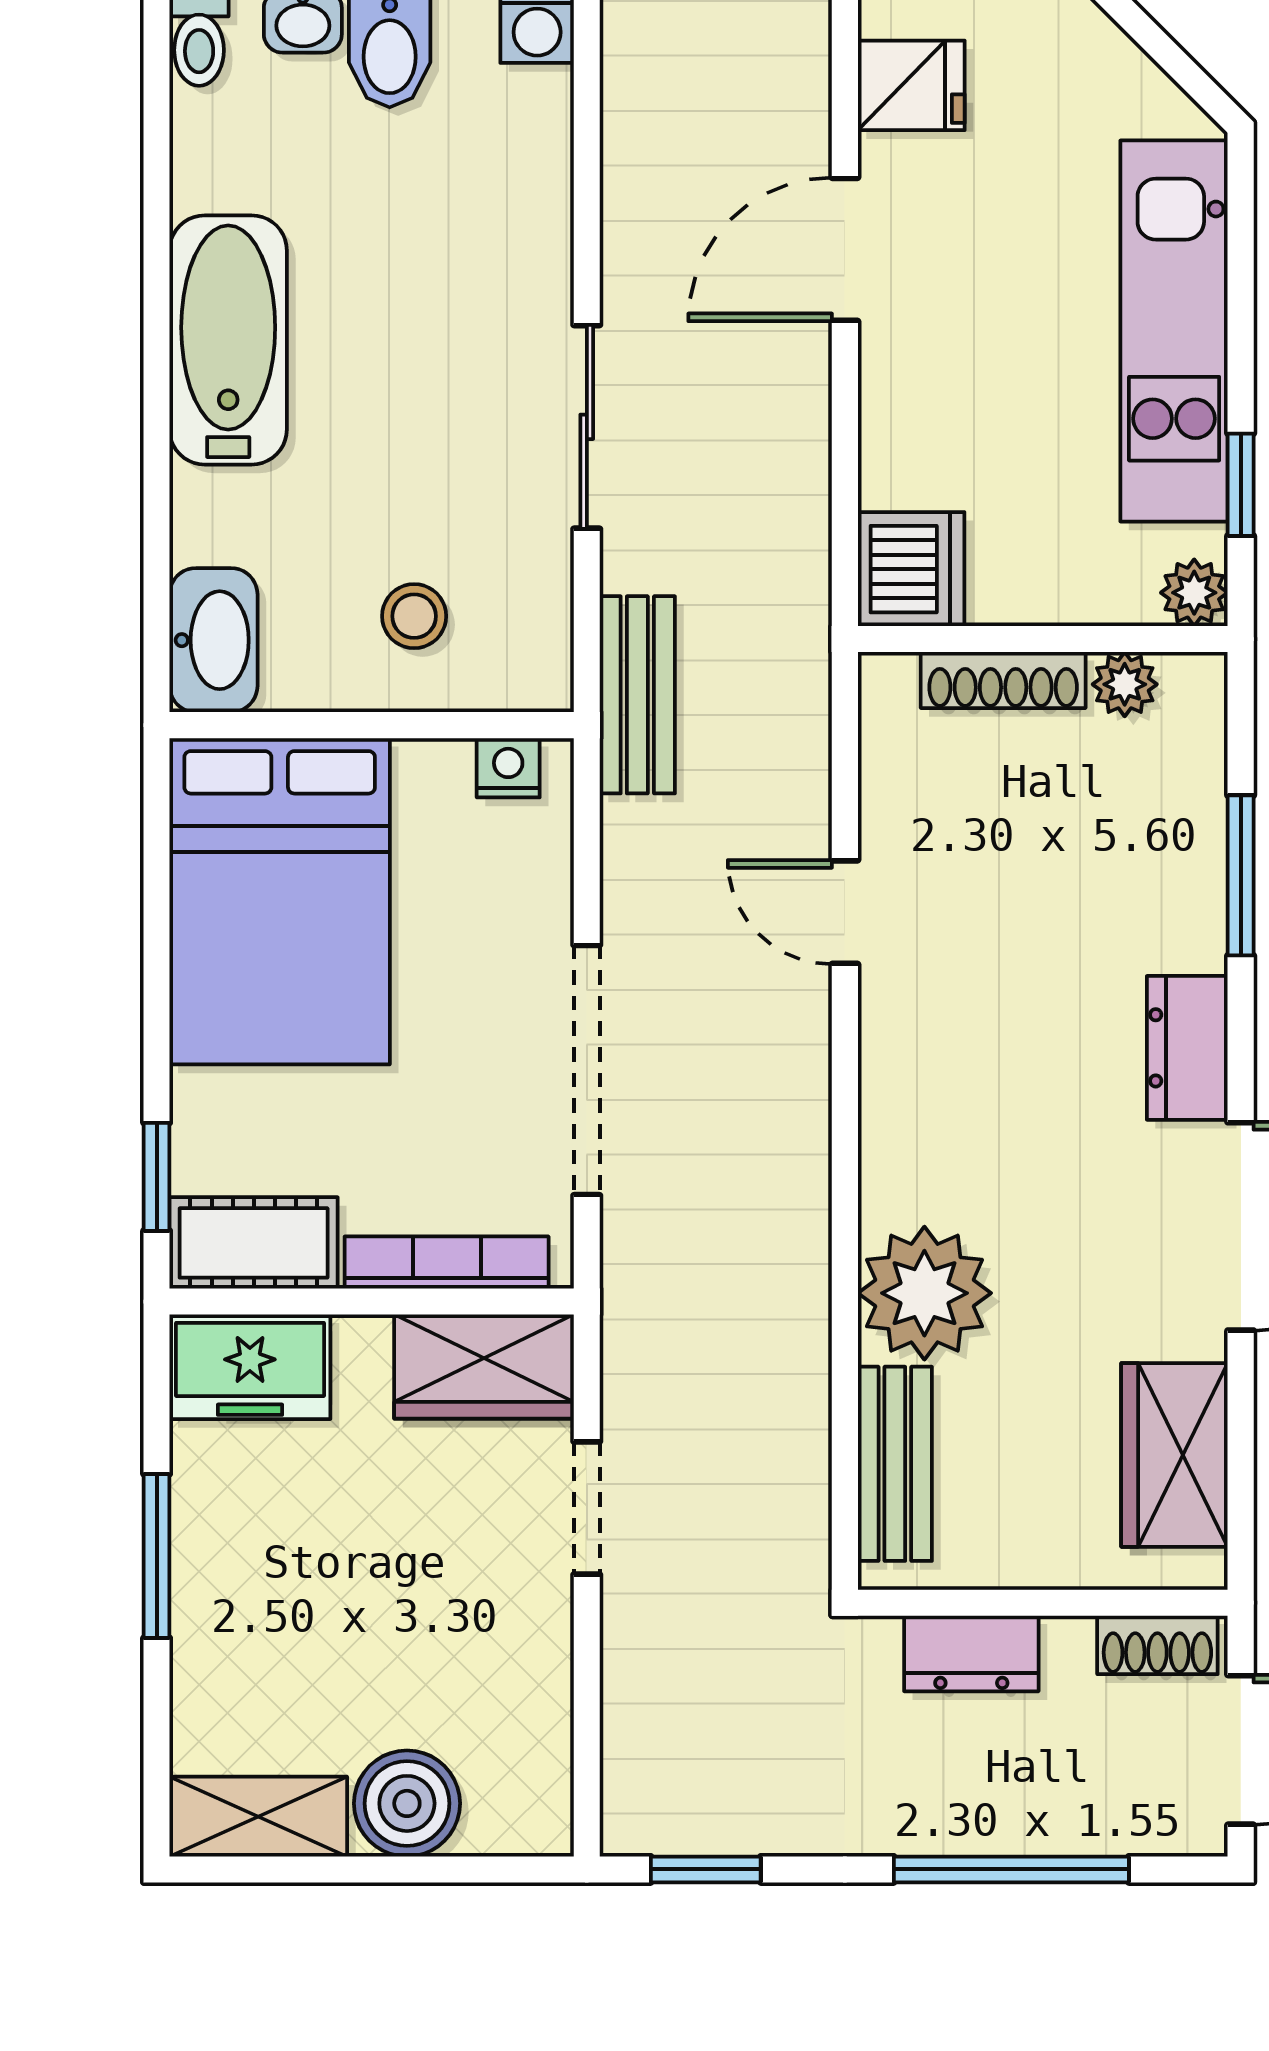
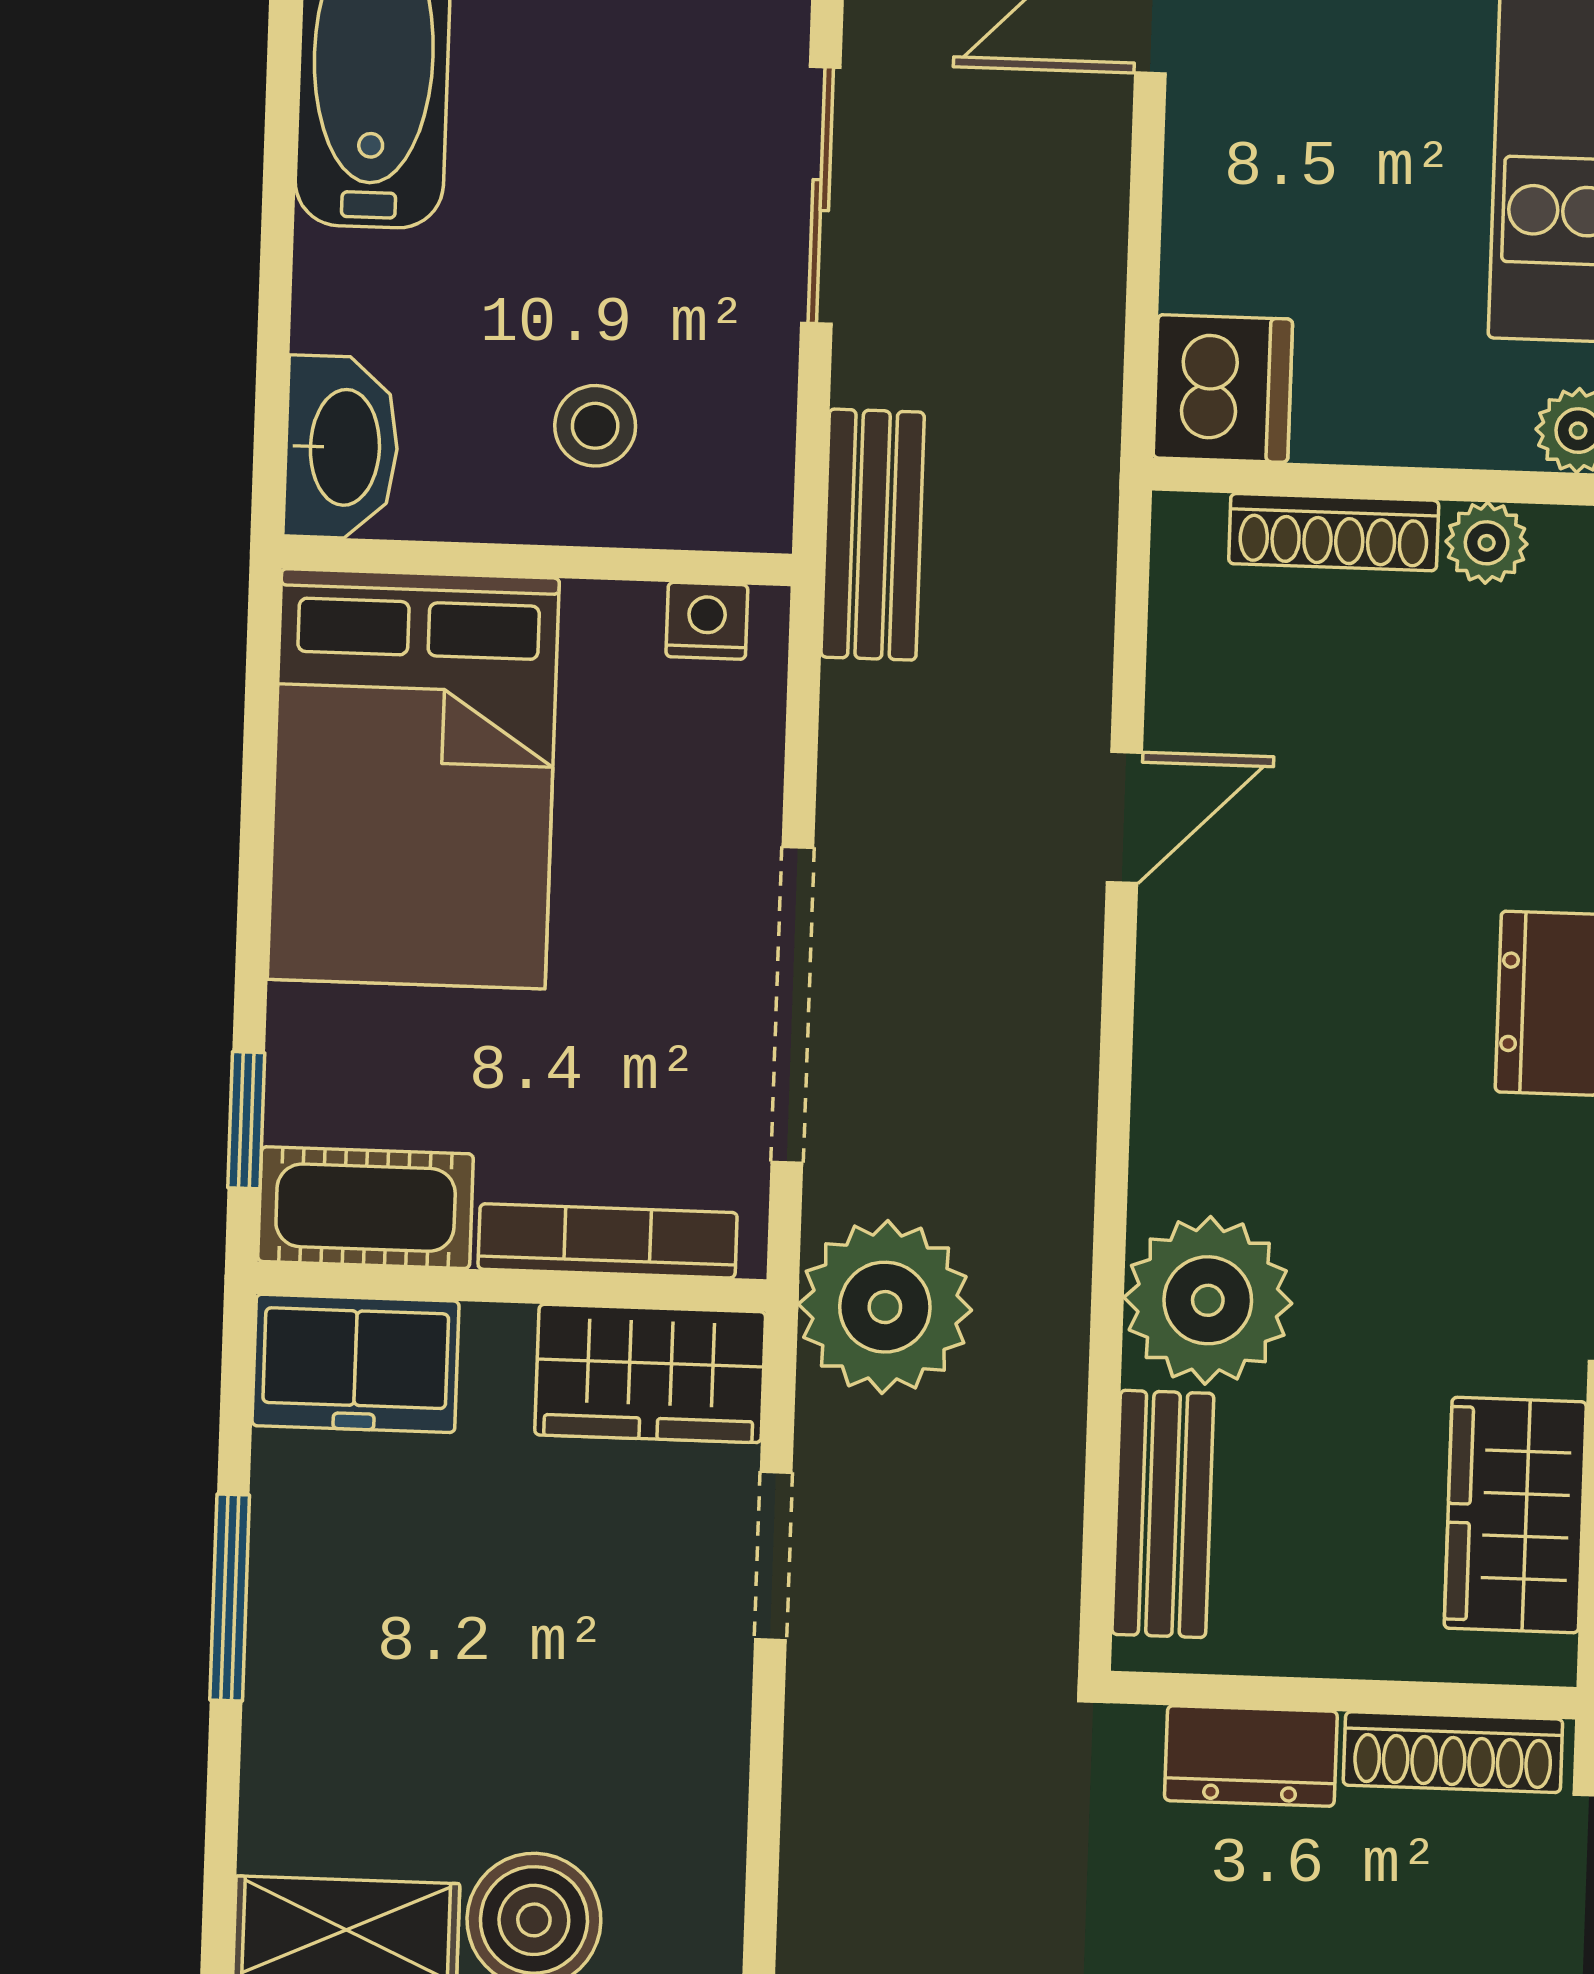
door: (845, 912) -> (1124, 817), swing flipped
plant: (668, 1307) -> (885, 1307), added
shoe rack: (1157, 1645) -> (1453, 1752), width x1.43

